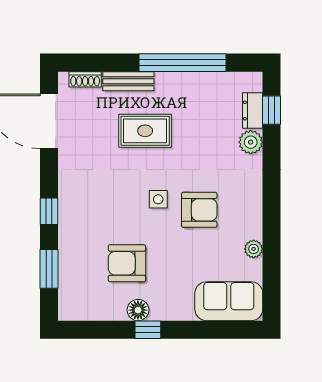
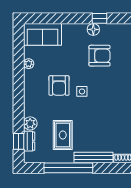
bench: (128, 81) -> (93, 158), width x1.36
rug: (145, 131) -> (63, 135), moved, turned 90
armchair: (199, 210) -> (59, 86), turned -90
window: (148, 330) -> (99, 18), moved

